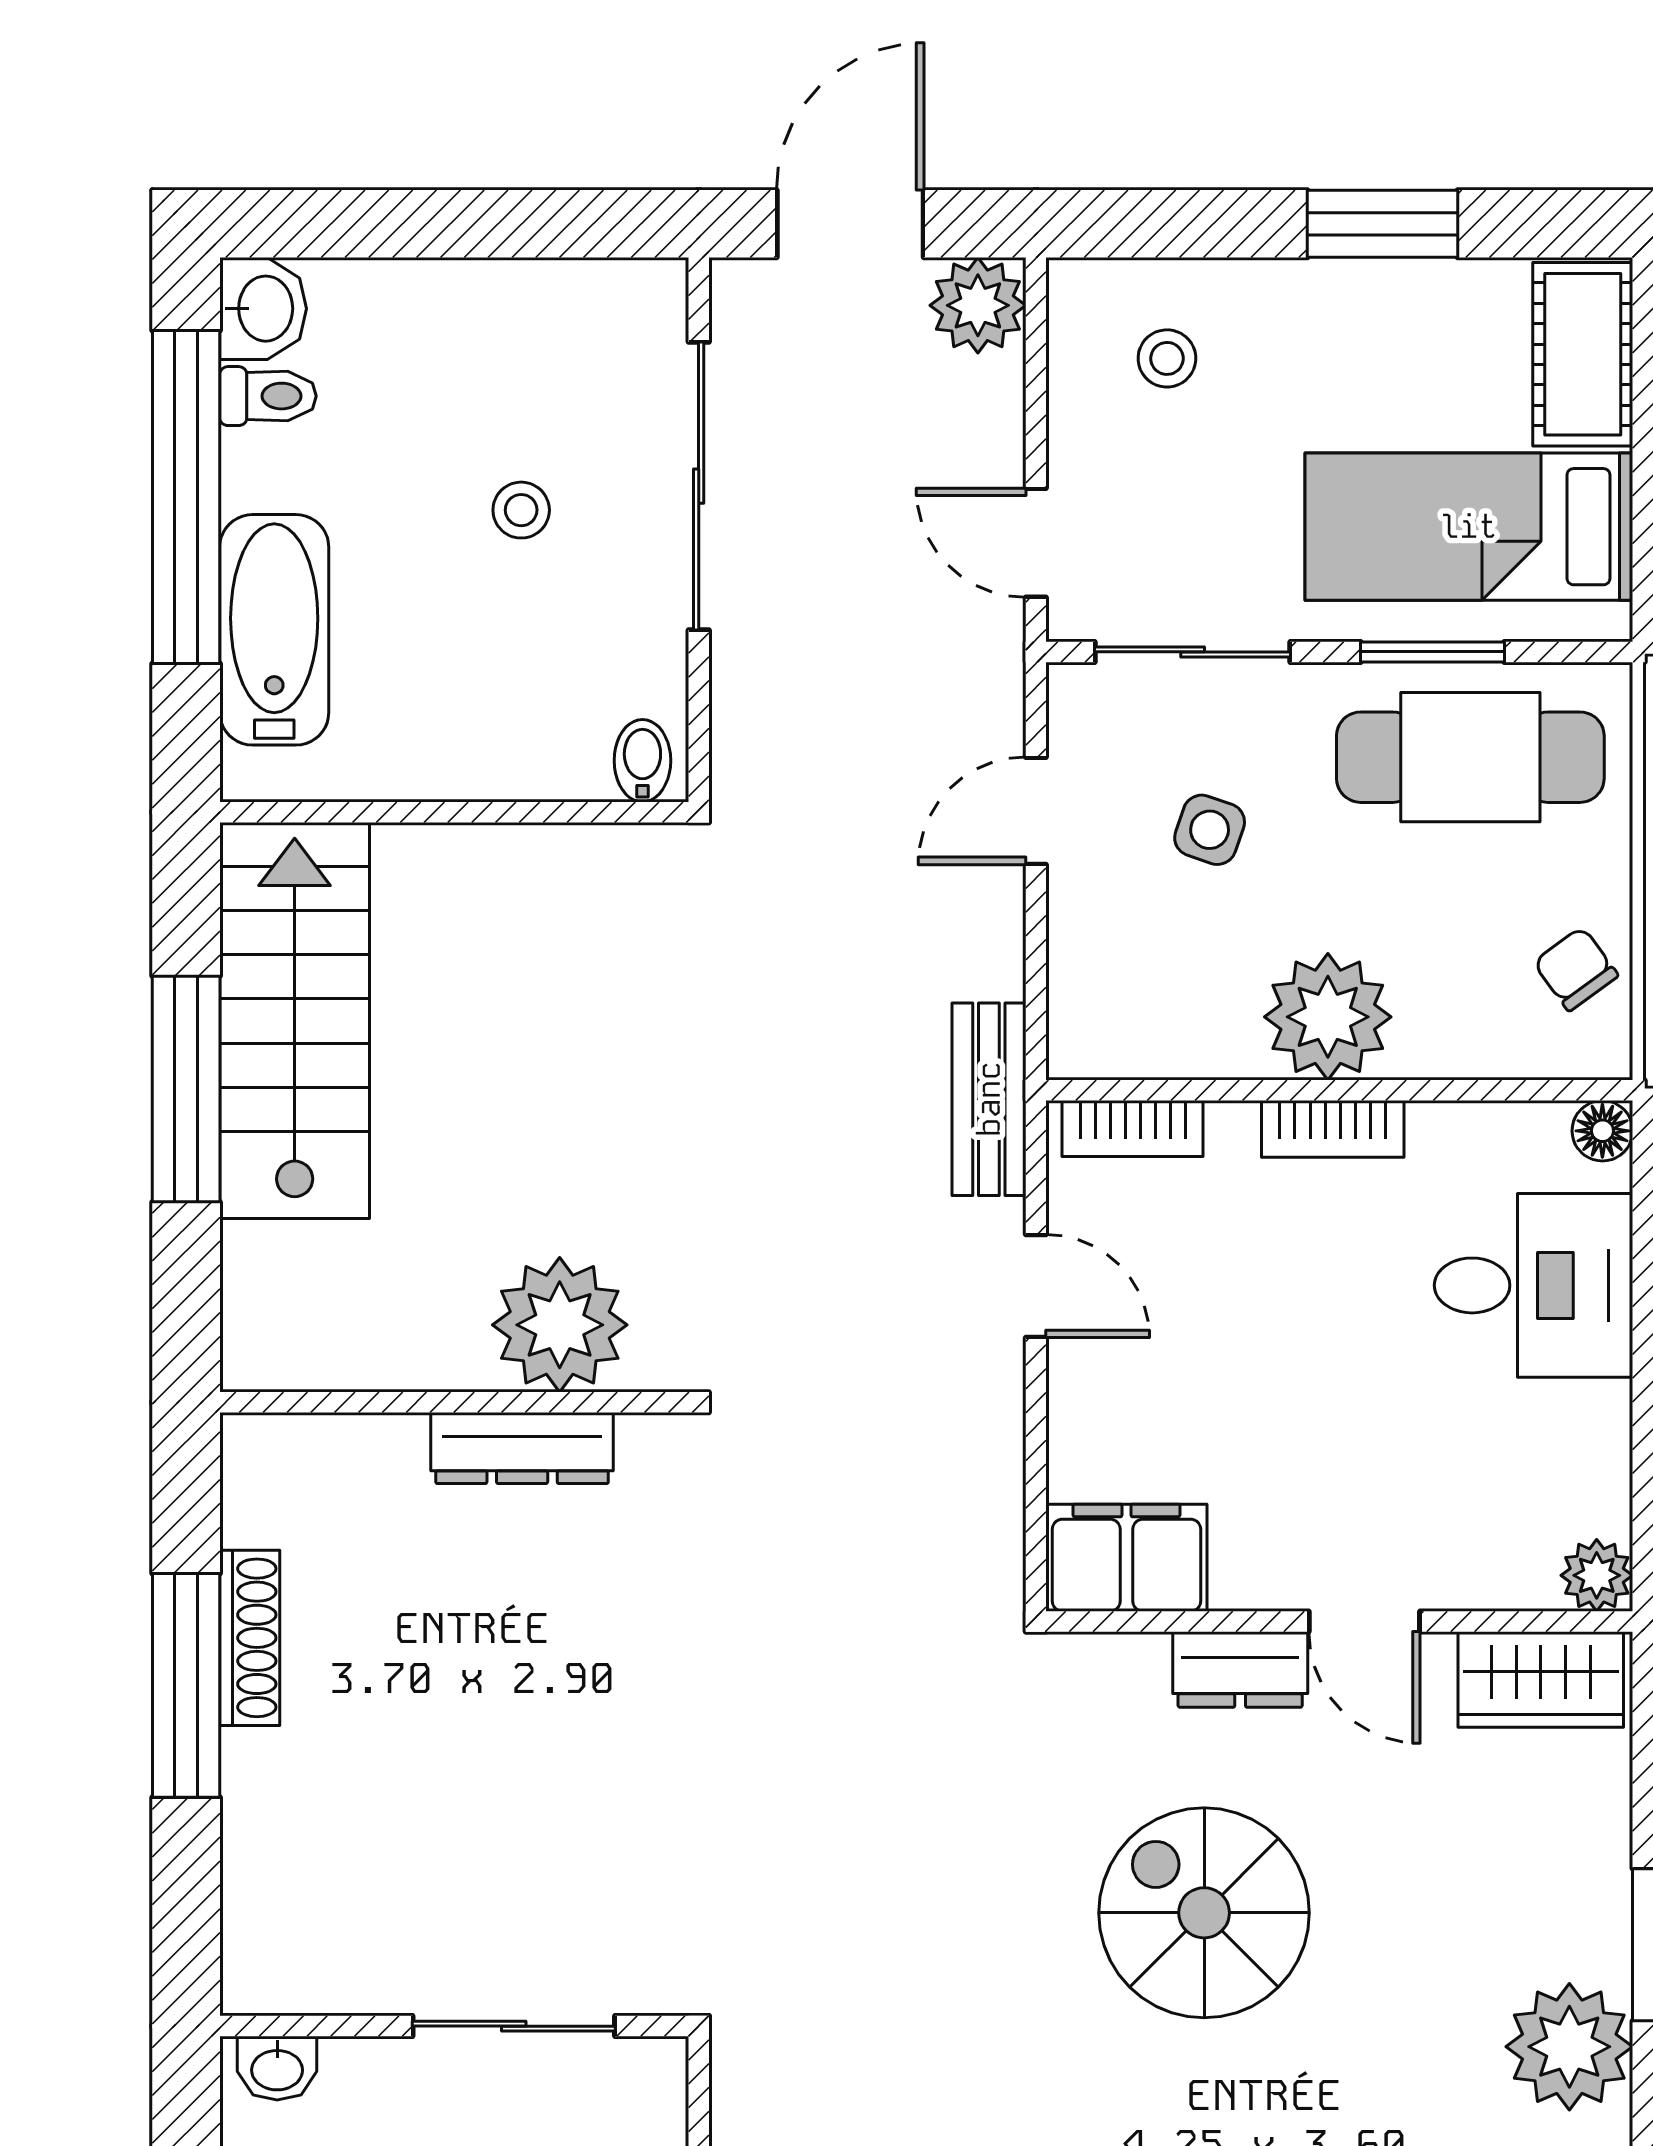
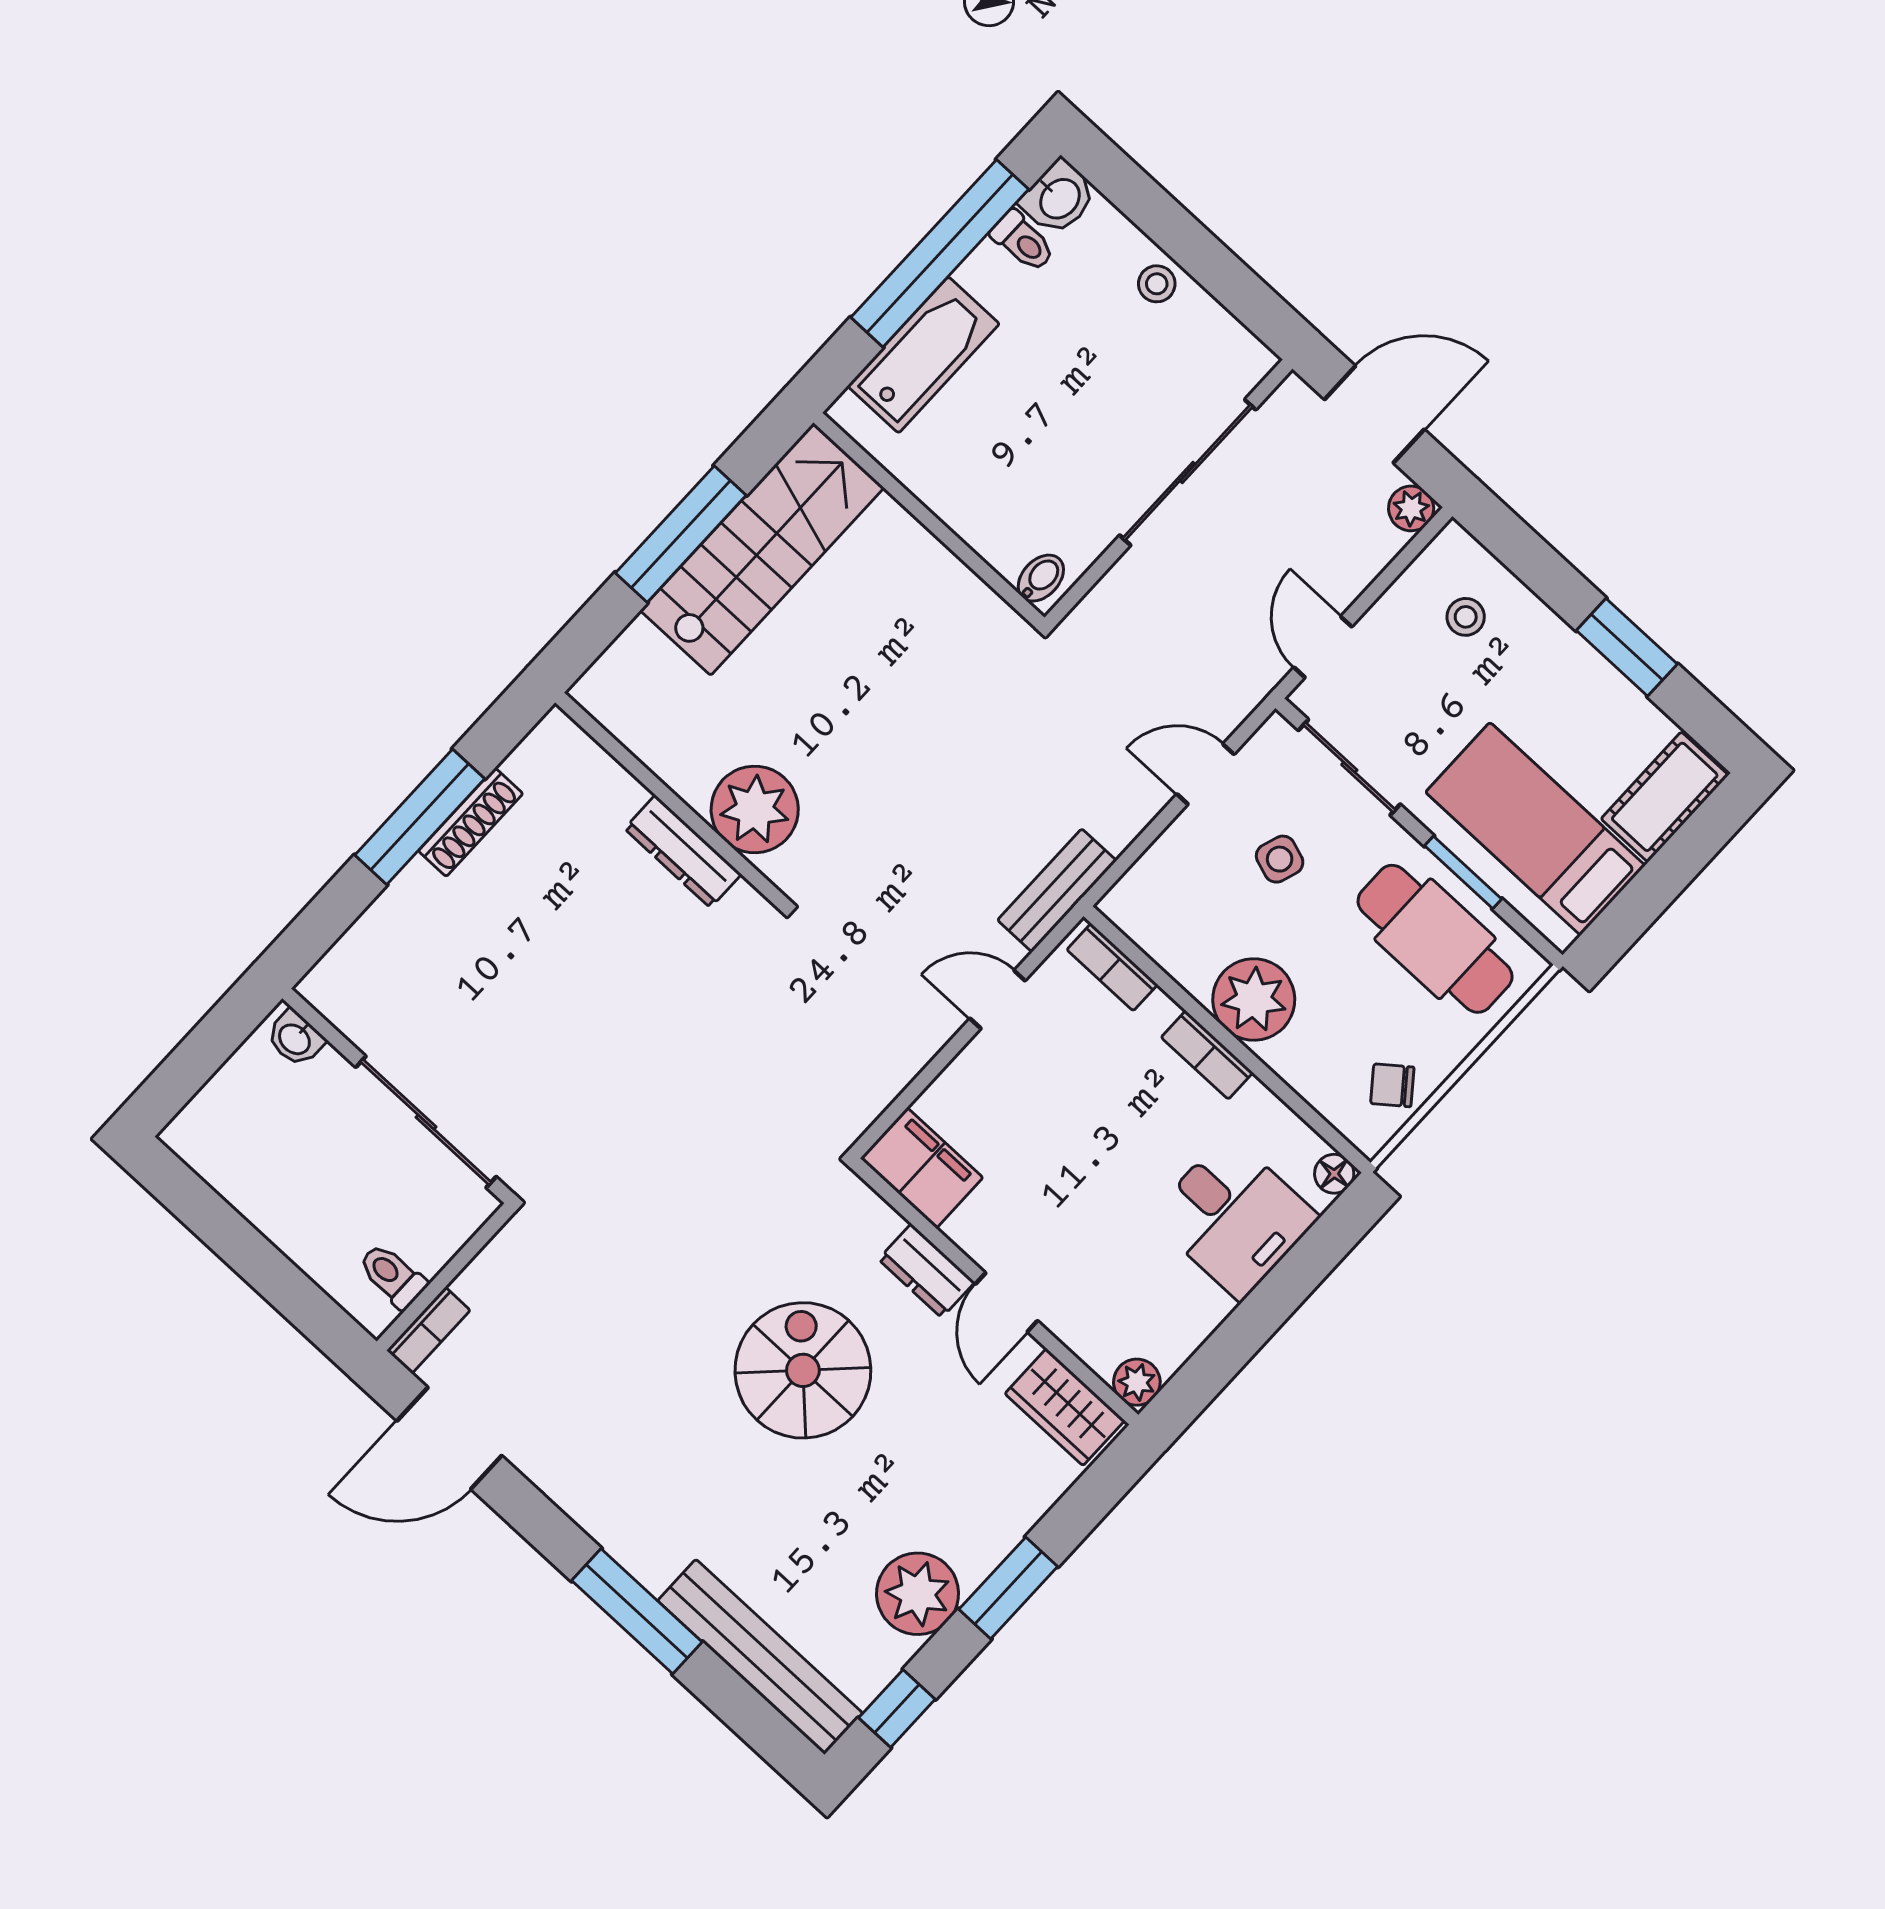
plant: (978, 305) -> (1411, 508), width x0.73, depth x0.73
stool: (521, 510) -> (1157, 284), moved
chair: (1576, 969) -> (1392, 1085), turned -92
door: (1036, 1286) -> (997, 999), swing flipped
sliding door: (514, 2026) -> (426, 1122), width x1.37

